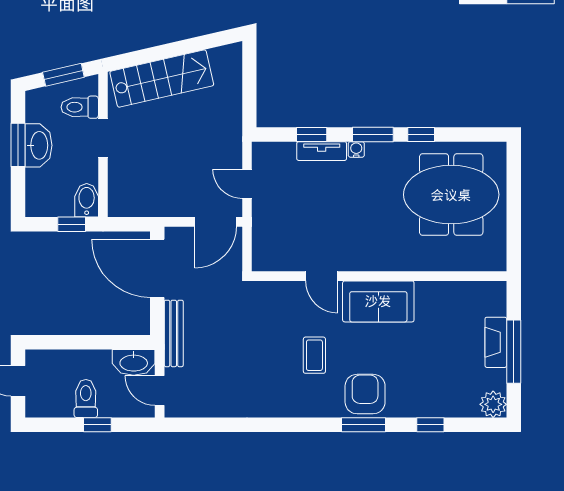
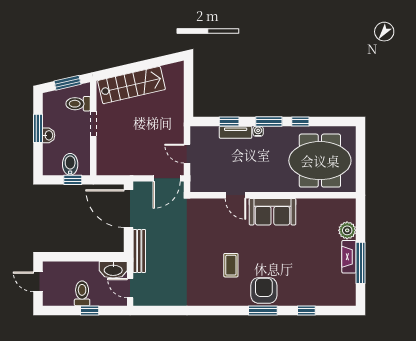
washbasin: (38, 145) -> (49, 135), width x0.52, depth x0.69
bidet: (87, 200) -> (70, 164), moved
door: (322, 276) -> (236, 195), moved
wall: (379, 276) -> (273, 195), moved
sofa: (378, 301) -> (272, 212), moved
plant: (493, 404) -> (347, 230), moved

